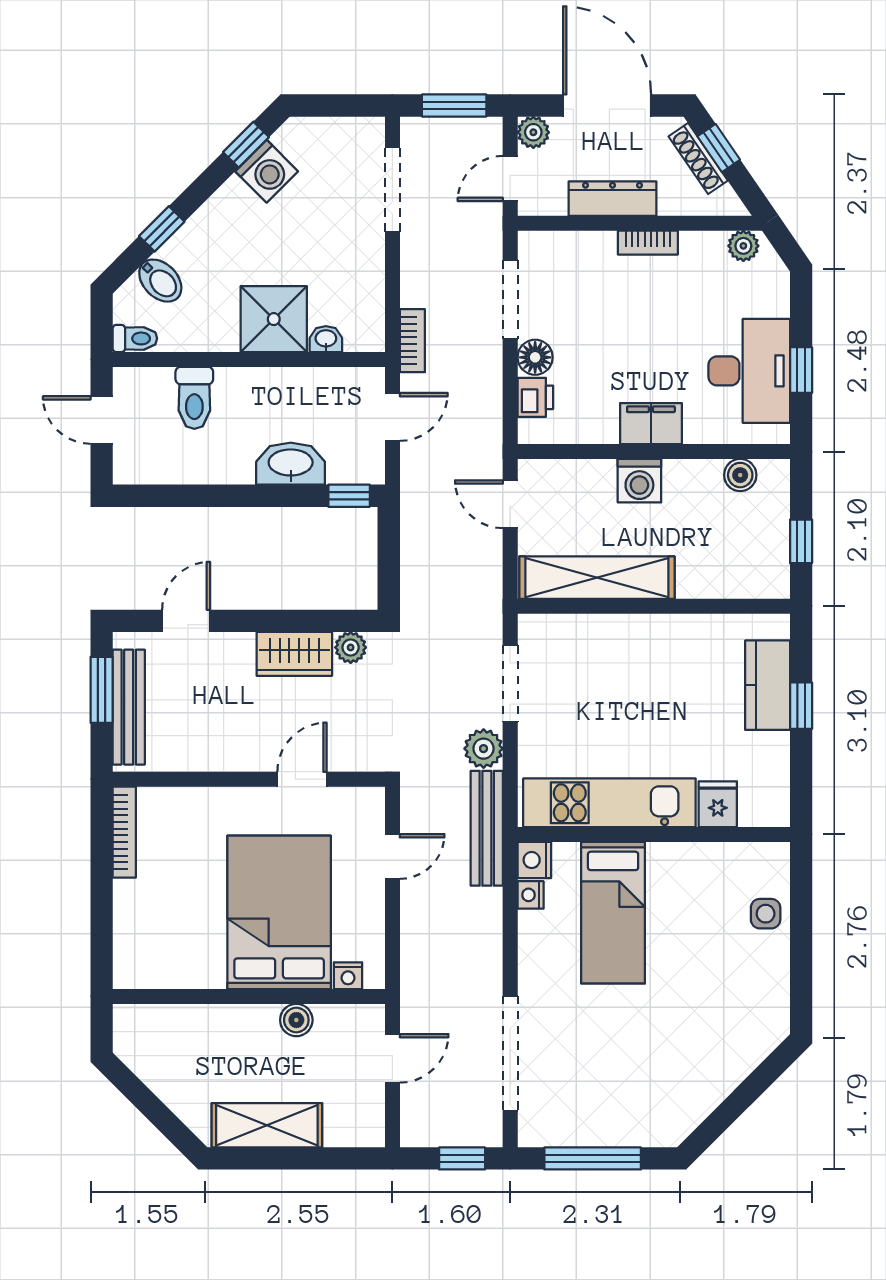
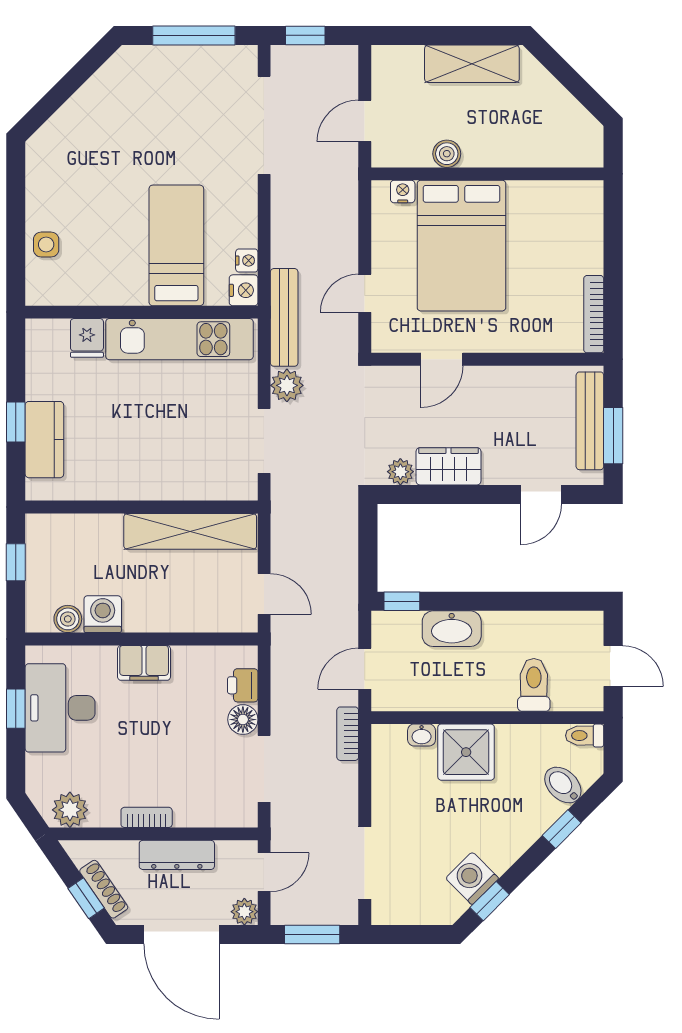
plant: (743, 246) -> (70, 810), width x1.38, depth x1.38
washing machine: (639, 481) -> (103, 614), moved

